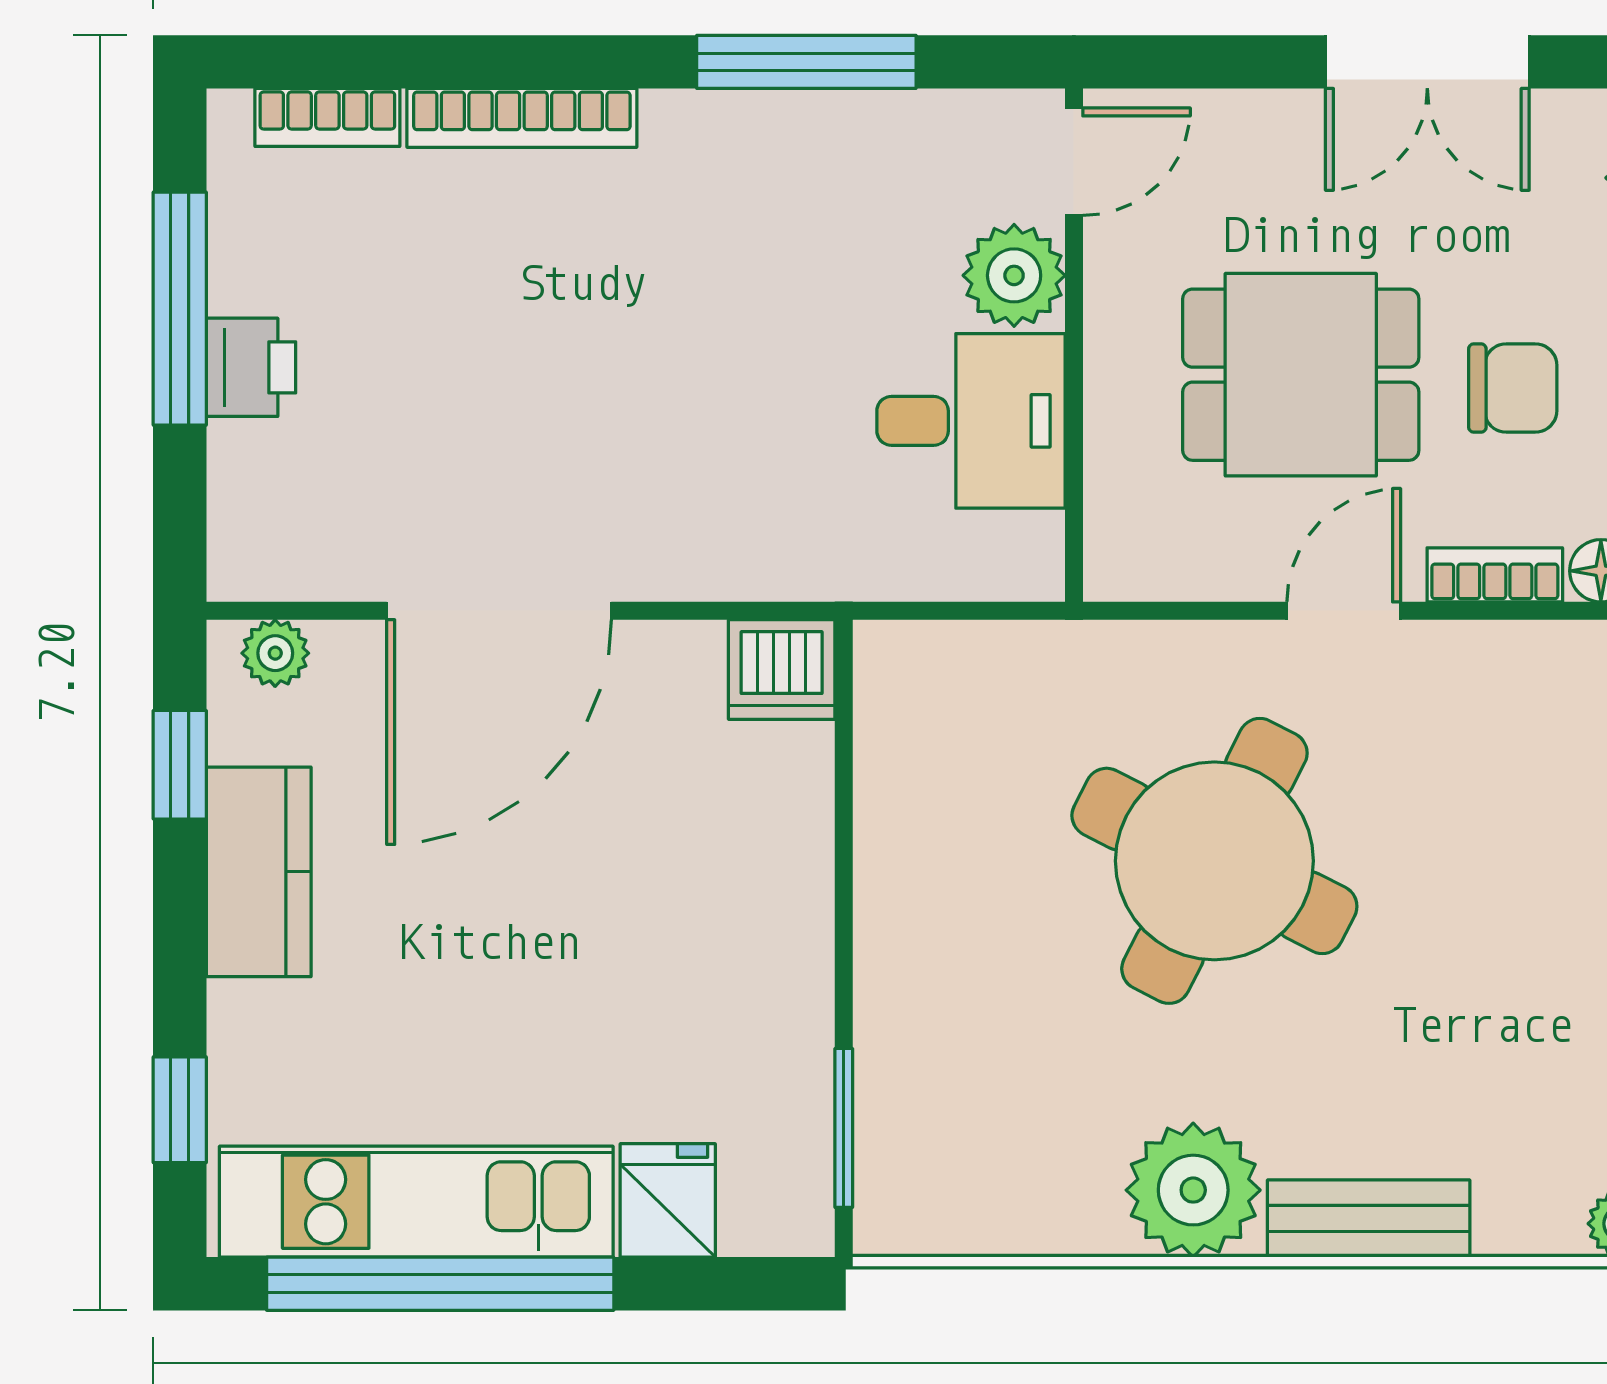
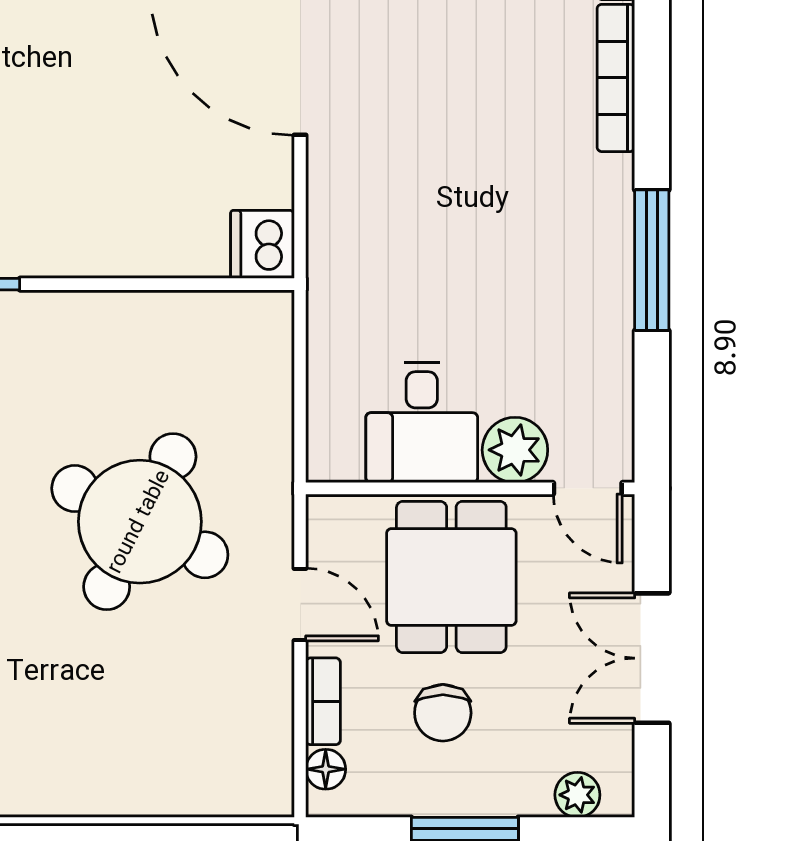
door: (1074, 162) -> (588, 488), moved
plant: (1014, 275) -> (515, 450), moved
wall: (1074, 345) -> (470, 488), moved
desk: (971, 421) -> (422, 422), moved

